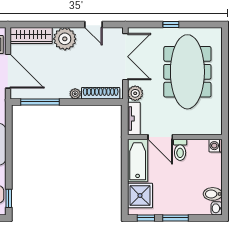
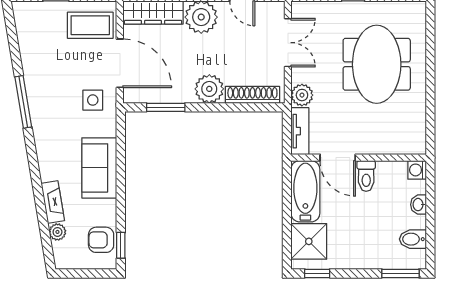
double door: (125, 57) -> (288, 43), width x0.73
meeting table: (187, 72) -> (377, 64), width x0.73
plant: (75, 94) -> (209, 89), width x1.87, depth x1.87
window: (40, 102) -> (166, 107), width x0.69
washbasin: (217, 208) -> (418, 205), moved
window: (176, 218) -> (400, 273), moved

